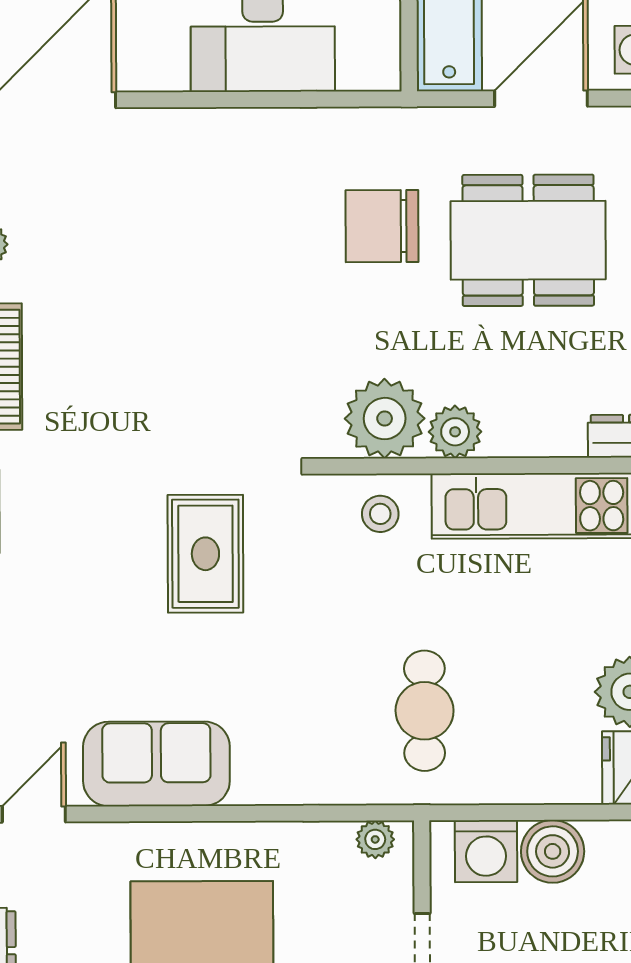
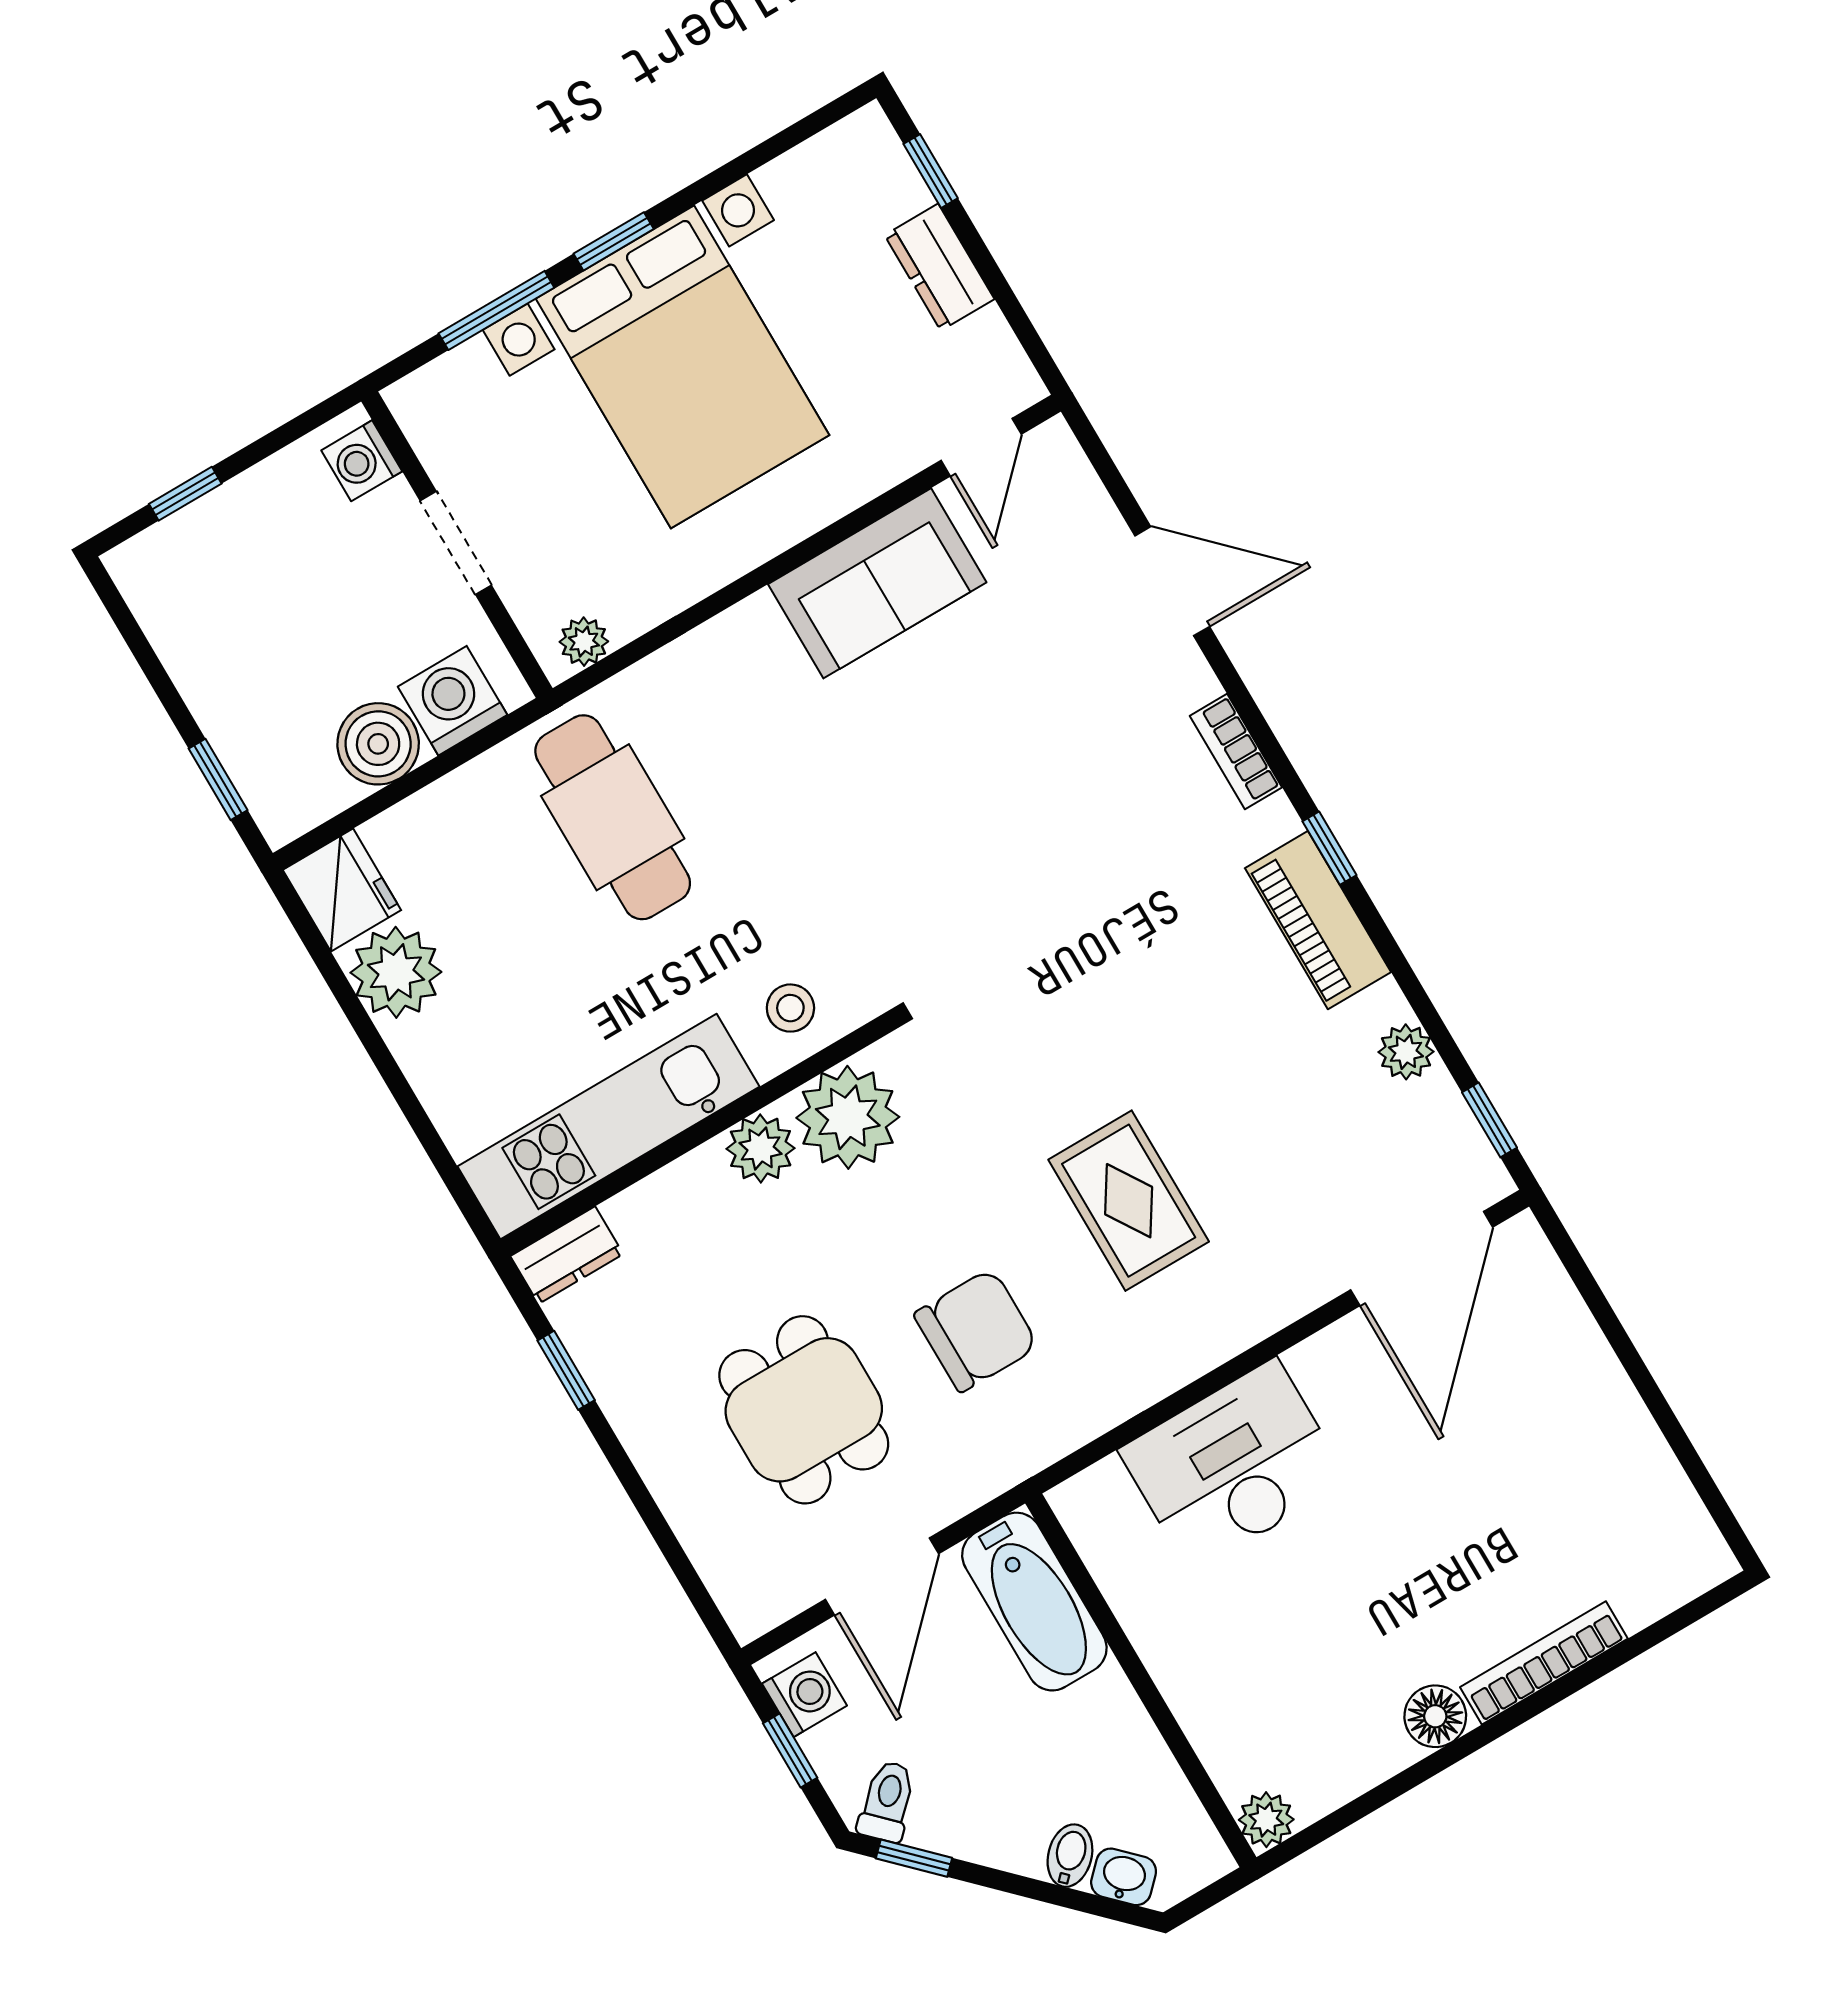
dining table: (528, 240) -> (804, 1410), width x0.73
rug: (205, 554) -> (1129, 1201), moved
cafe table: (425, 711) -> (613, 817), width x1.37, depth x1.35

